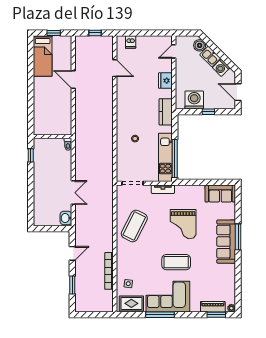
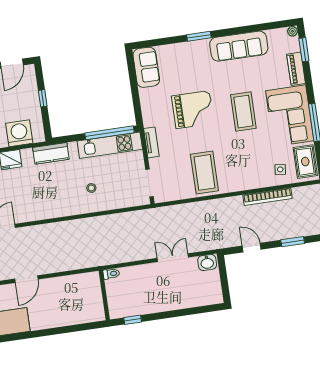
washing machine: (194, 100) -> (19, 133), moved, turned 90
coffee table: (134, 226) -> (204, 172), turned 63
window: (238, 237) -> (199, 36), width x0.69
sofa: (226, 242) -> (239, 46), moved
piano: (213, 307) -> (296, 69), moved

